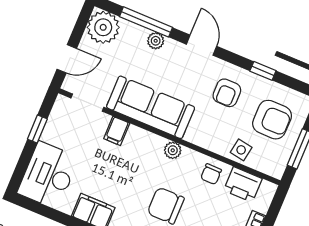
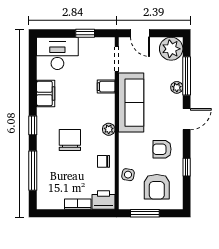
printer: (243, 184) -> (104, 200), moved, turned 90

